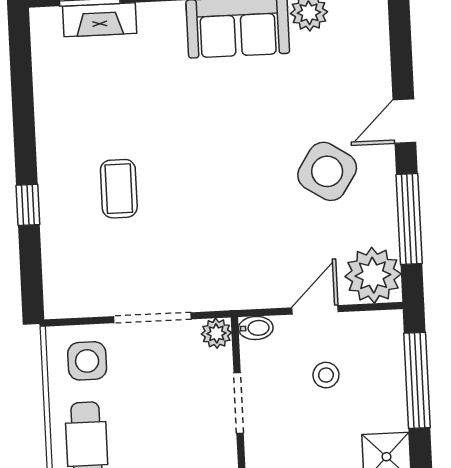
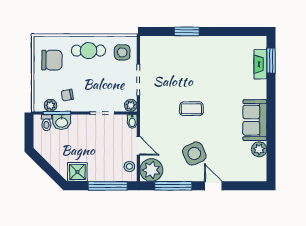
side table: (327, 171) -> (194, 154), turned 32
coffee table: (119, 189) -> (191, 109), moved
window: (28, 205) -> (187, 31), width x1.50
stool: (326, 375) -> (129, 166), moved

